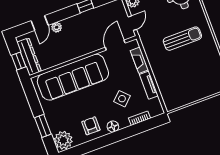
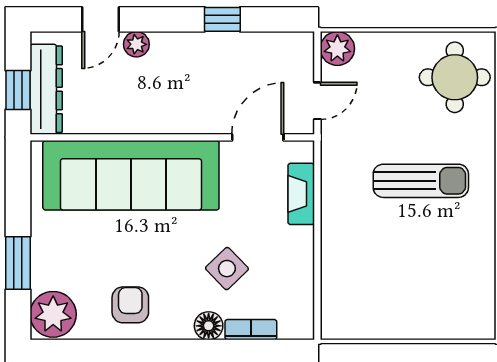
tv unit: (149, 85) -> (302, 260), removed
floor lamp: (113, 127) -> (209, 326), moved

